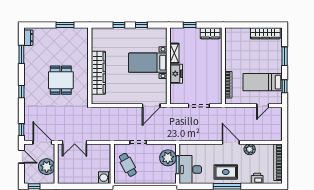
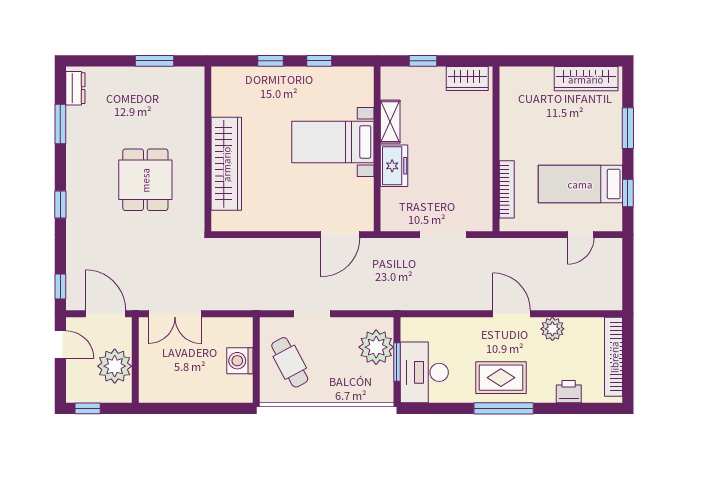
washing machine: (105, 178) -> (240, 361), moved

